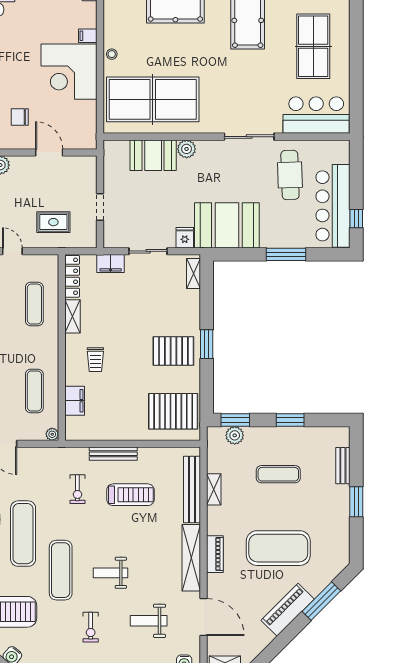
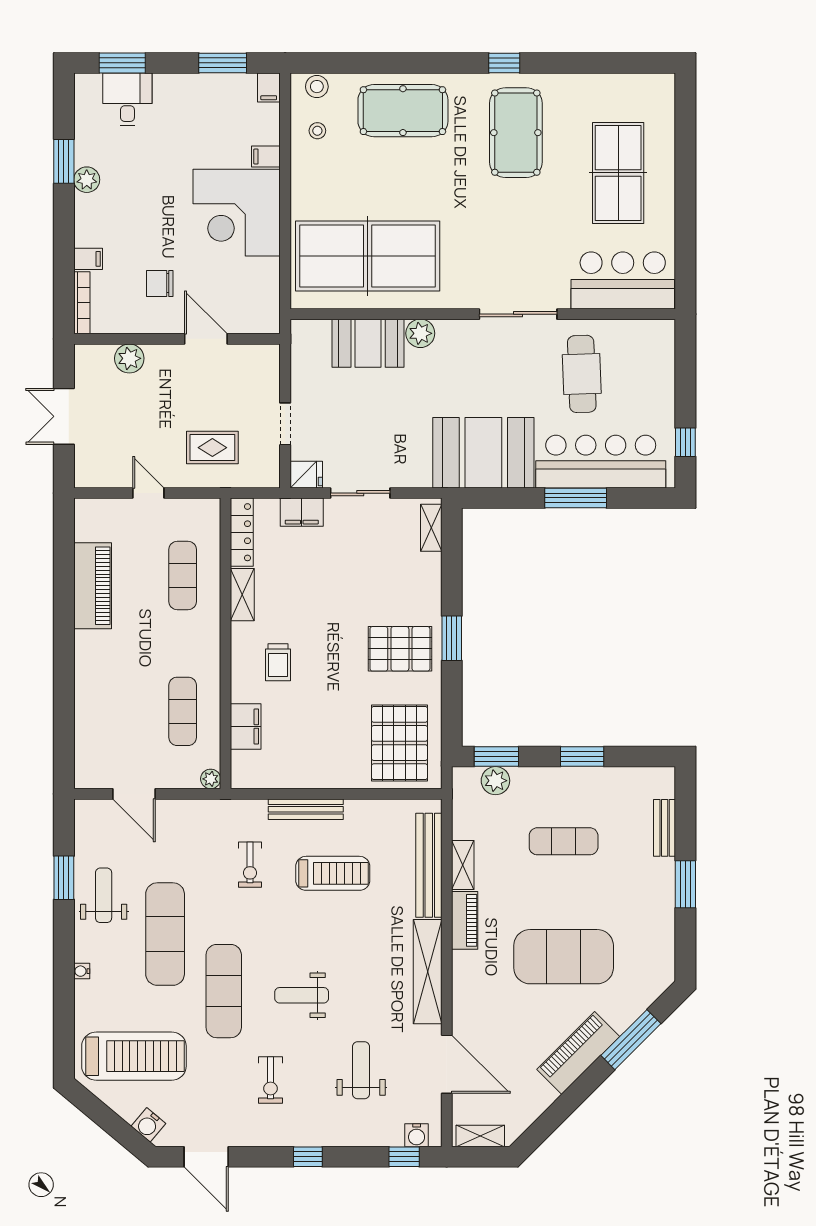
stool: (112, 54) -> (317, 131), moved
bar counter: (333, 206) -> (601, 462), moved, turned 90
fridge: (185, 238) -> (306, 475), moved, turned 90
pallet: (173, 411) -> (399, 743), turned 90
piano: (215, 554) -> (465, 920), moved
weight bench: (149, 621) -> (361, 1070), turned 90

